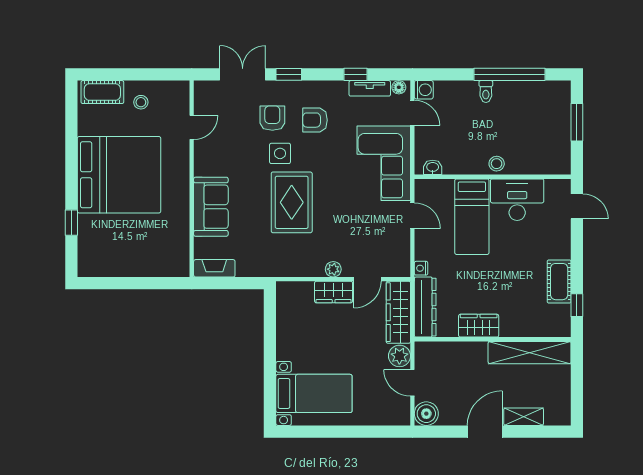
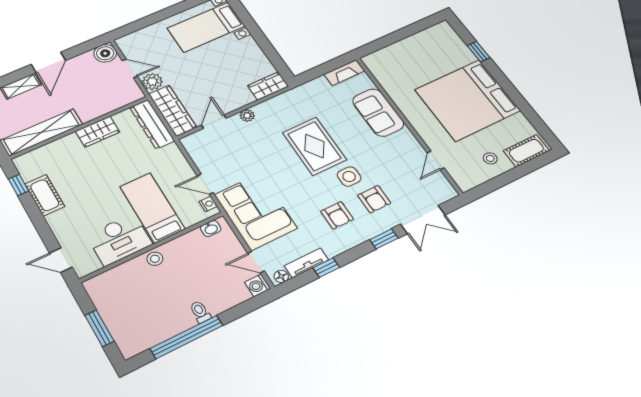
armchair: (315, 120) -> (337, 215), turned 90
nightstand: (421, 268) -> (208, 204), moved
wardrobe: (334, 292) -> (268, 86), moved

